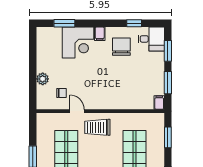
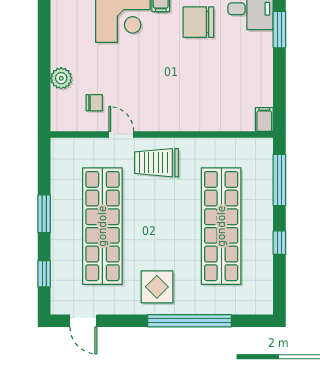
chair: (121, 47) -> (198, 22), turned -90
window: (168, 83) -> (279, 85), removed
window: (168, 137) -> (279, 180), width x1.44

